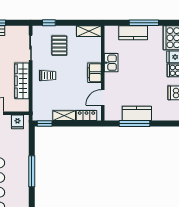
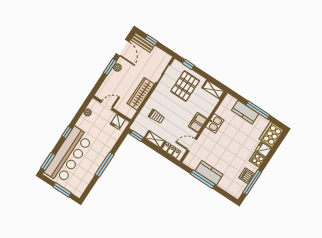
pallet: (59, 46) -> (185, 86), width x1.50, depth x1.42
trolley: (48, 76) -> (156, 117), moved

